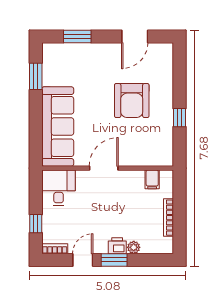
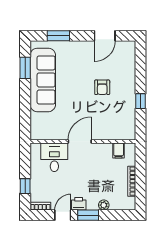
armchair: (132, 101) -> (102, 87), width x0.53, depth x0.53
sofa: (58, 126) -> (43, 80), moved
desk: (59, 188) -> (54, 157), moved
printer: (117, 246) -> (79, 204), moved

